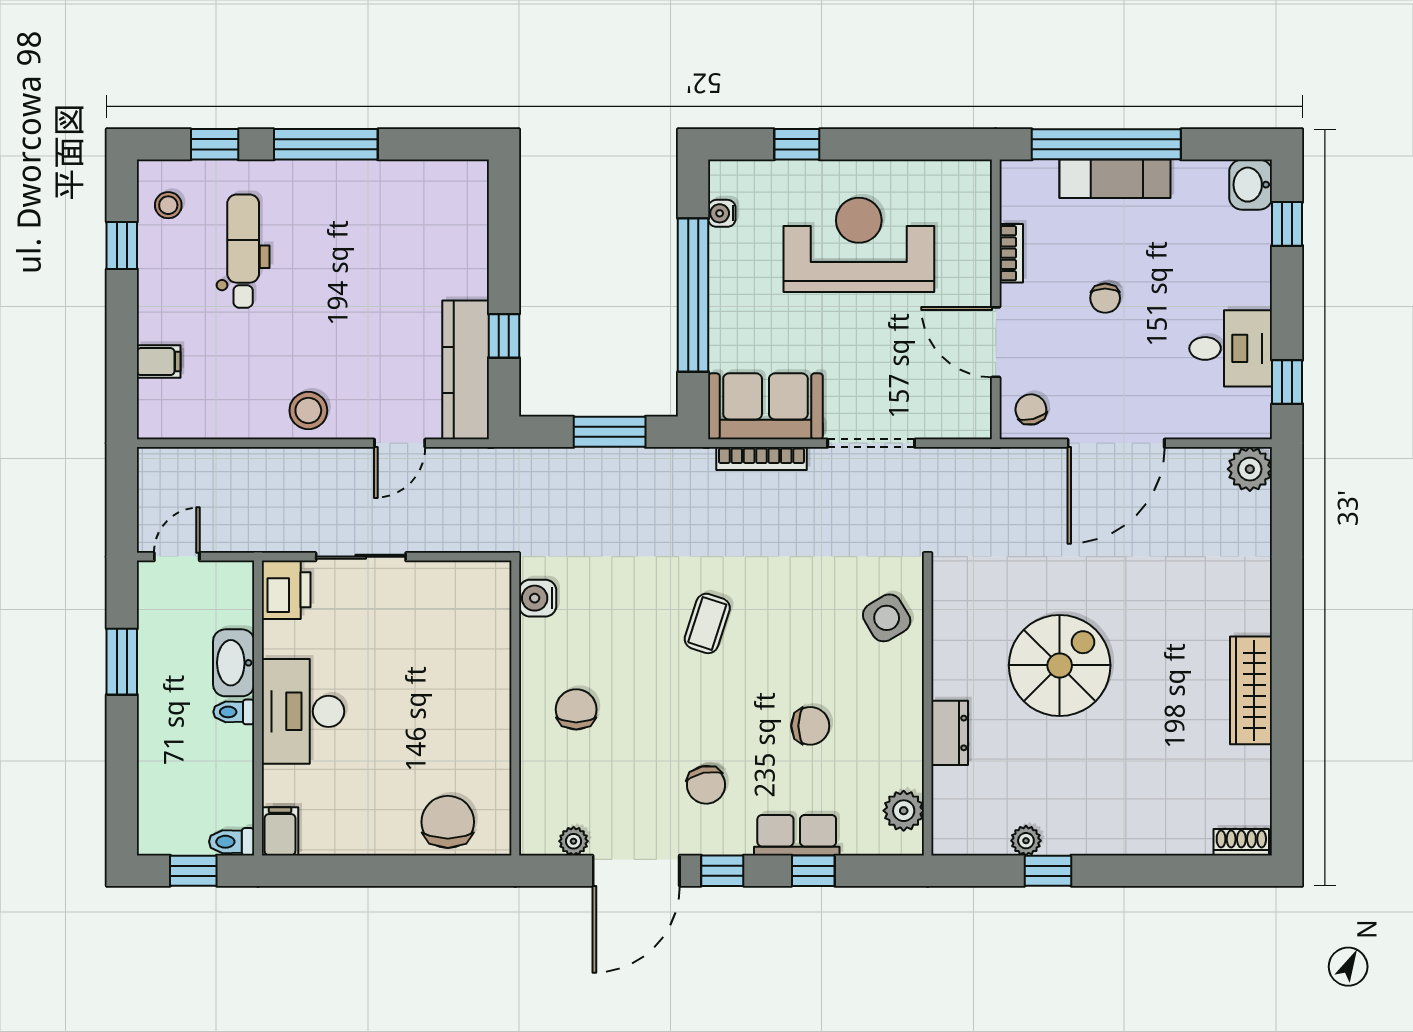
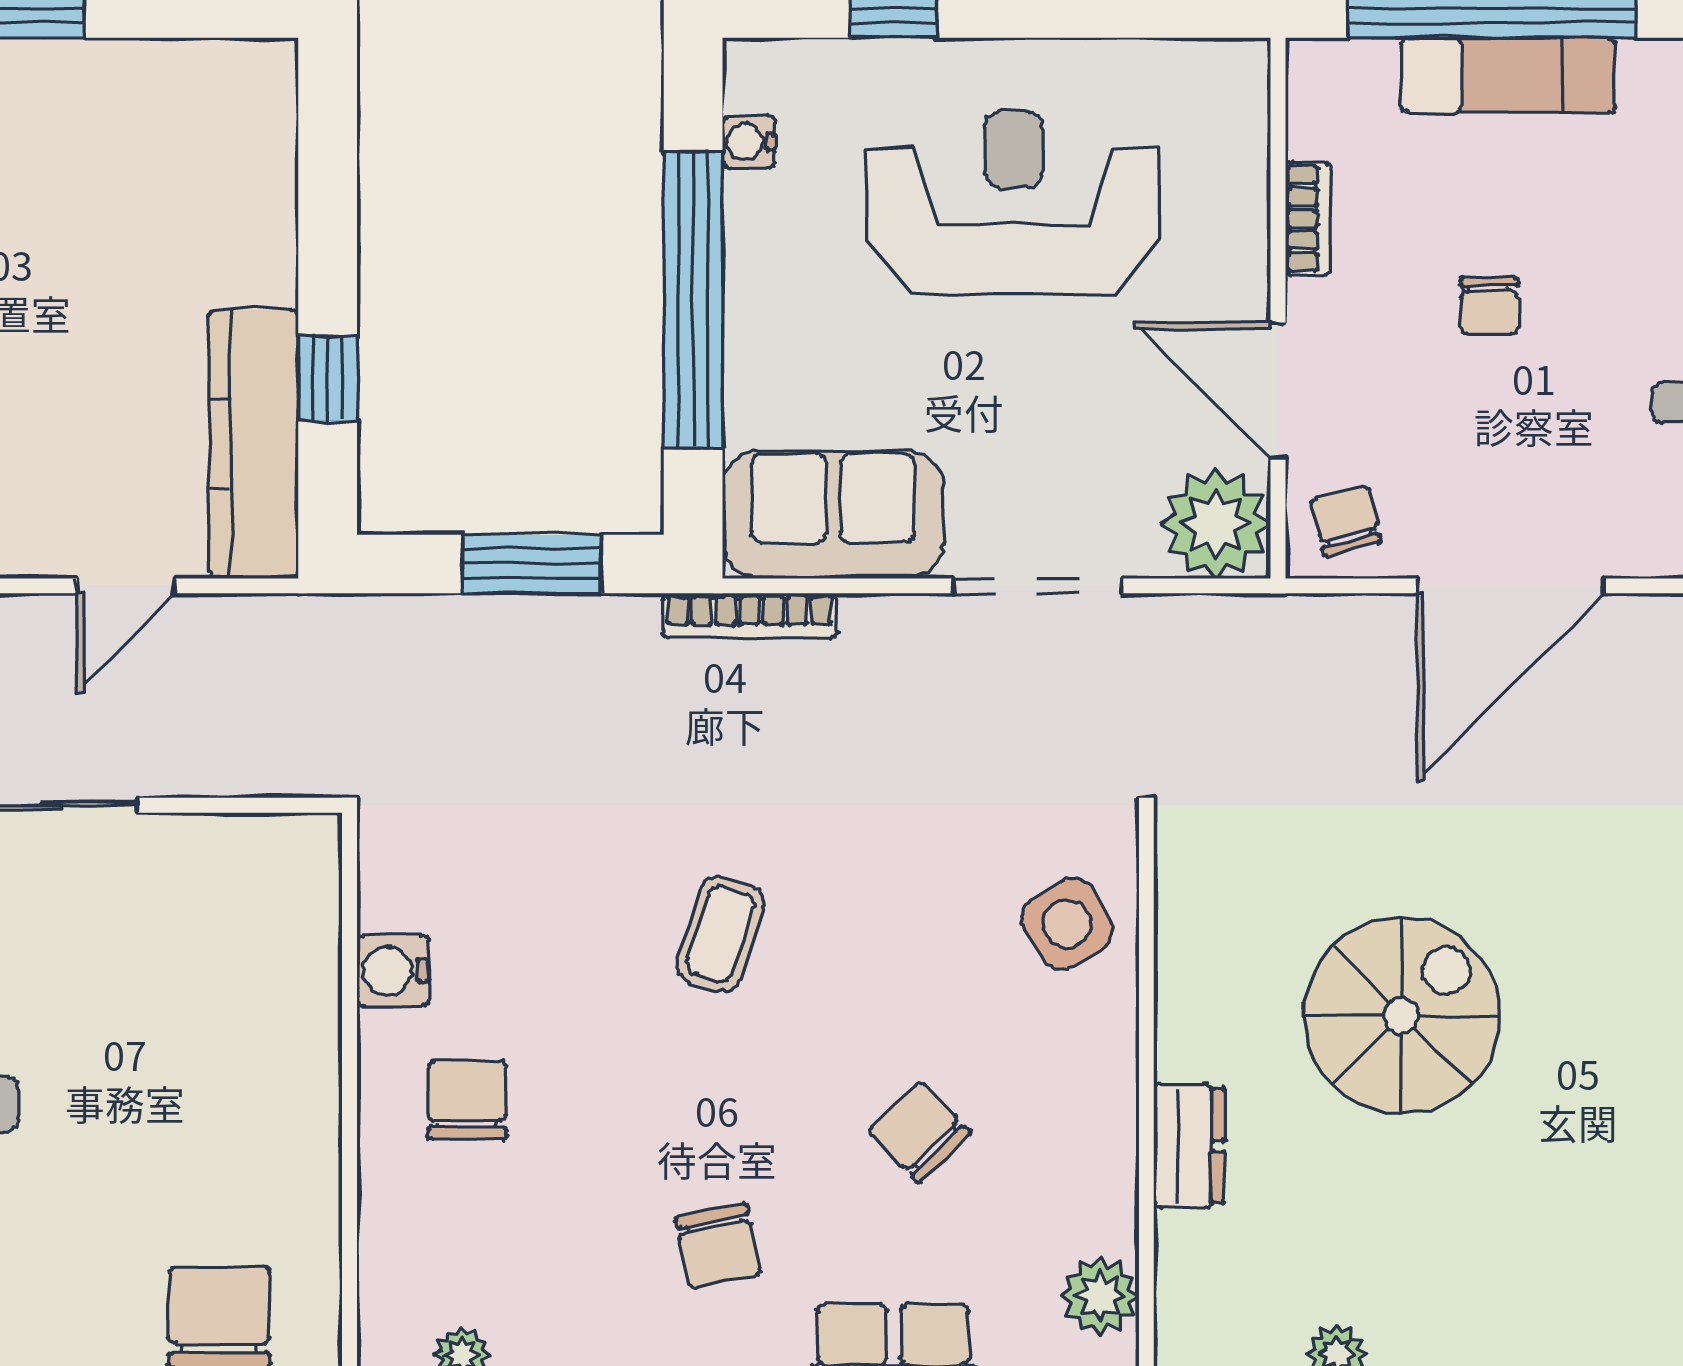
plant: (963, 411) -> (1216, 524), added
bookcase: (761, 459) -> (750, 616), moved
water cooler: (538, 598) -> (393, 971), moved
chair: (810, 726) -> (920, 1132), turned -134

